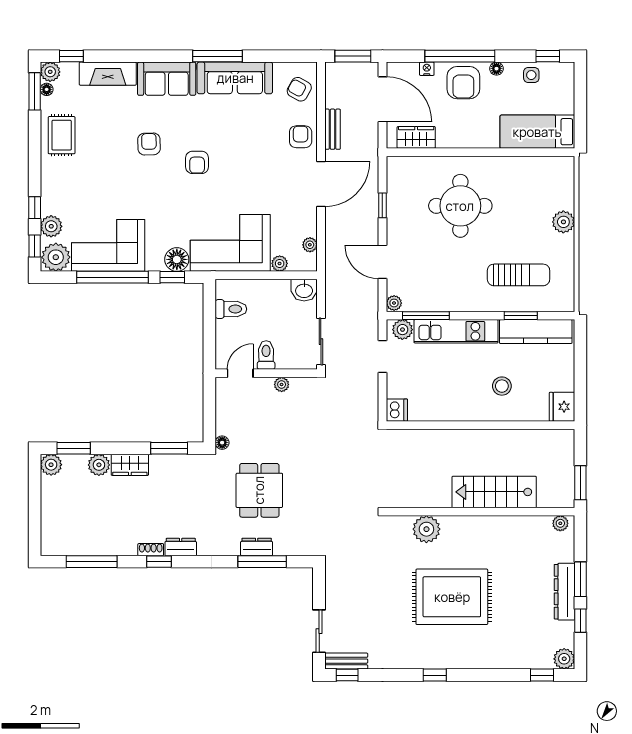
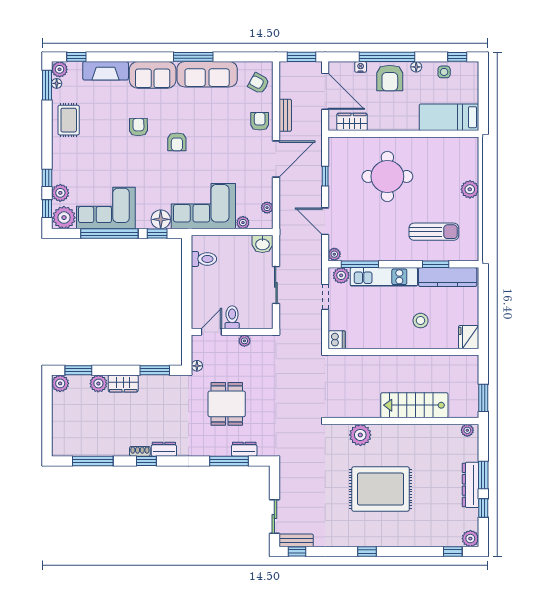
toilet: (266, 355) -> (232, 317), moved
door: (240, 373) -> (211, 332), moved
wall: (266, 373) -> (232, 332), moved
plant: (282, 384) -> (244, 341), moved
dresser: (257, 547) -> (244, 449), moved

